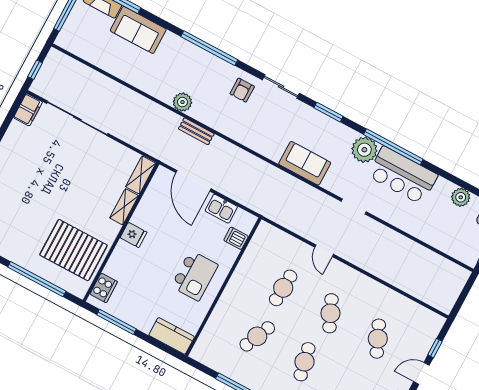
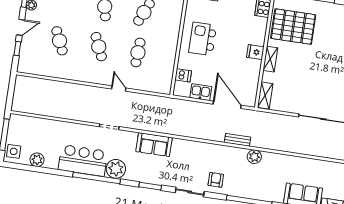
shelving: (124, 207) -> (270, 59), moved

